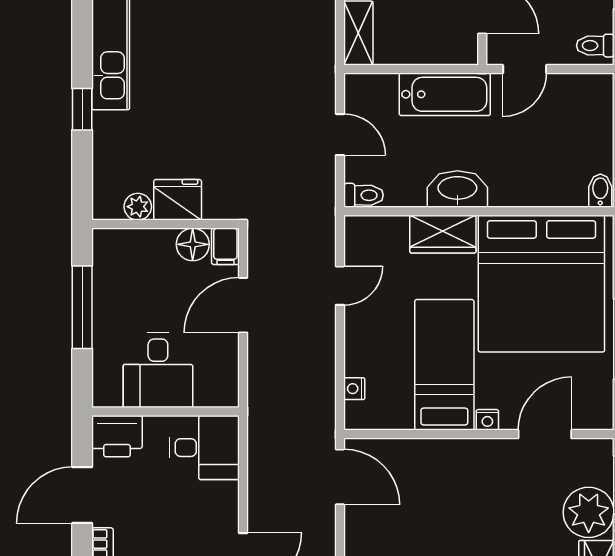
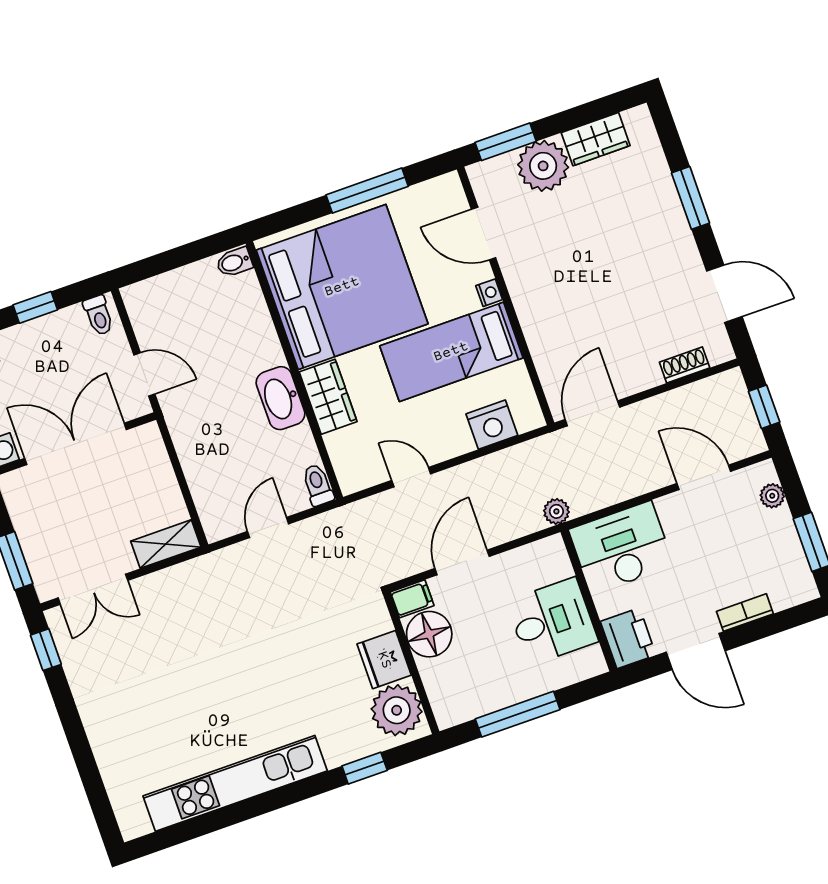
bathtub: (445, 94) -> (195, 442), removed
window: (82, 109) -> (365, 768), moved
plant: (138, 207) -> (397, 710), width x1.87, depth x1.87
floor lamp: (193, 244) -> (429, 634), width x1.38, depth x1.38
door: (243, 305) -> (462, 562), swing flipped
nightstand: (354, 389) -> (492, 425), width x1.89, depth x1.79
plant: (260, 411) -> (556, 511), added
desk: (204, 448) -> (621, 547), width x1.37

